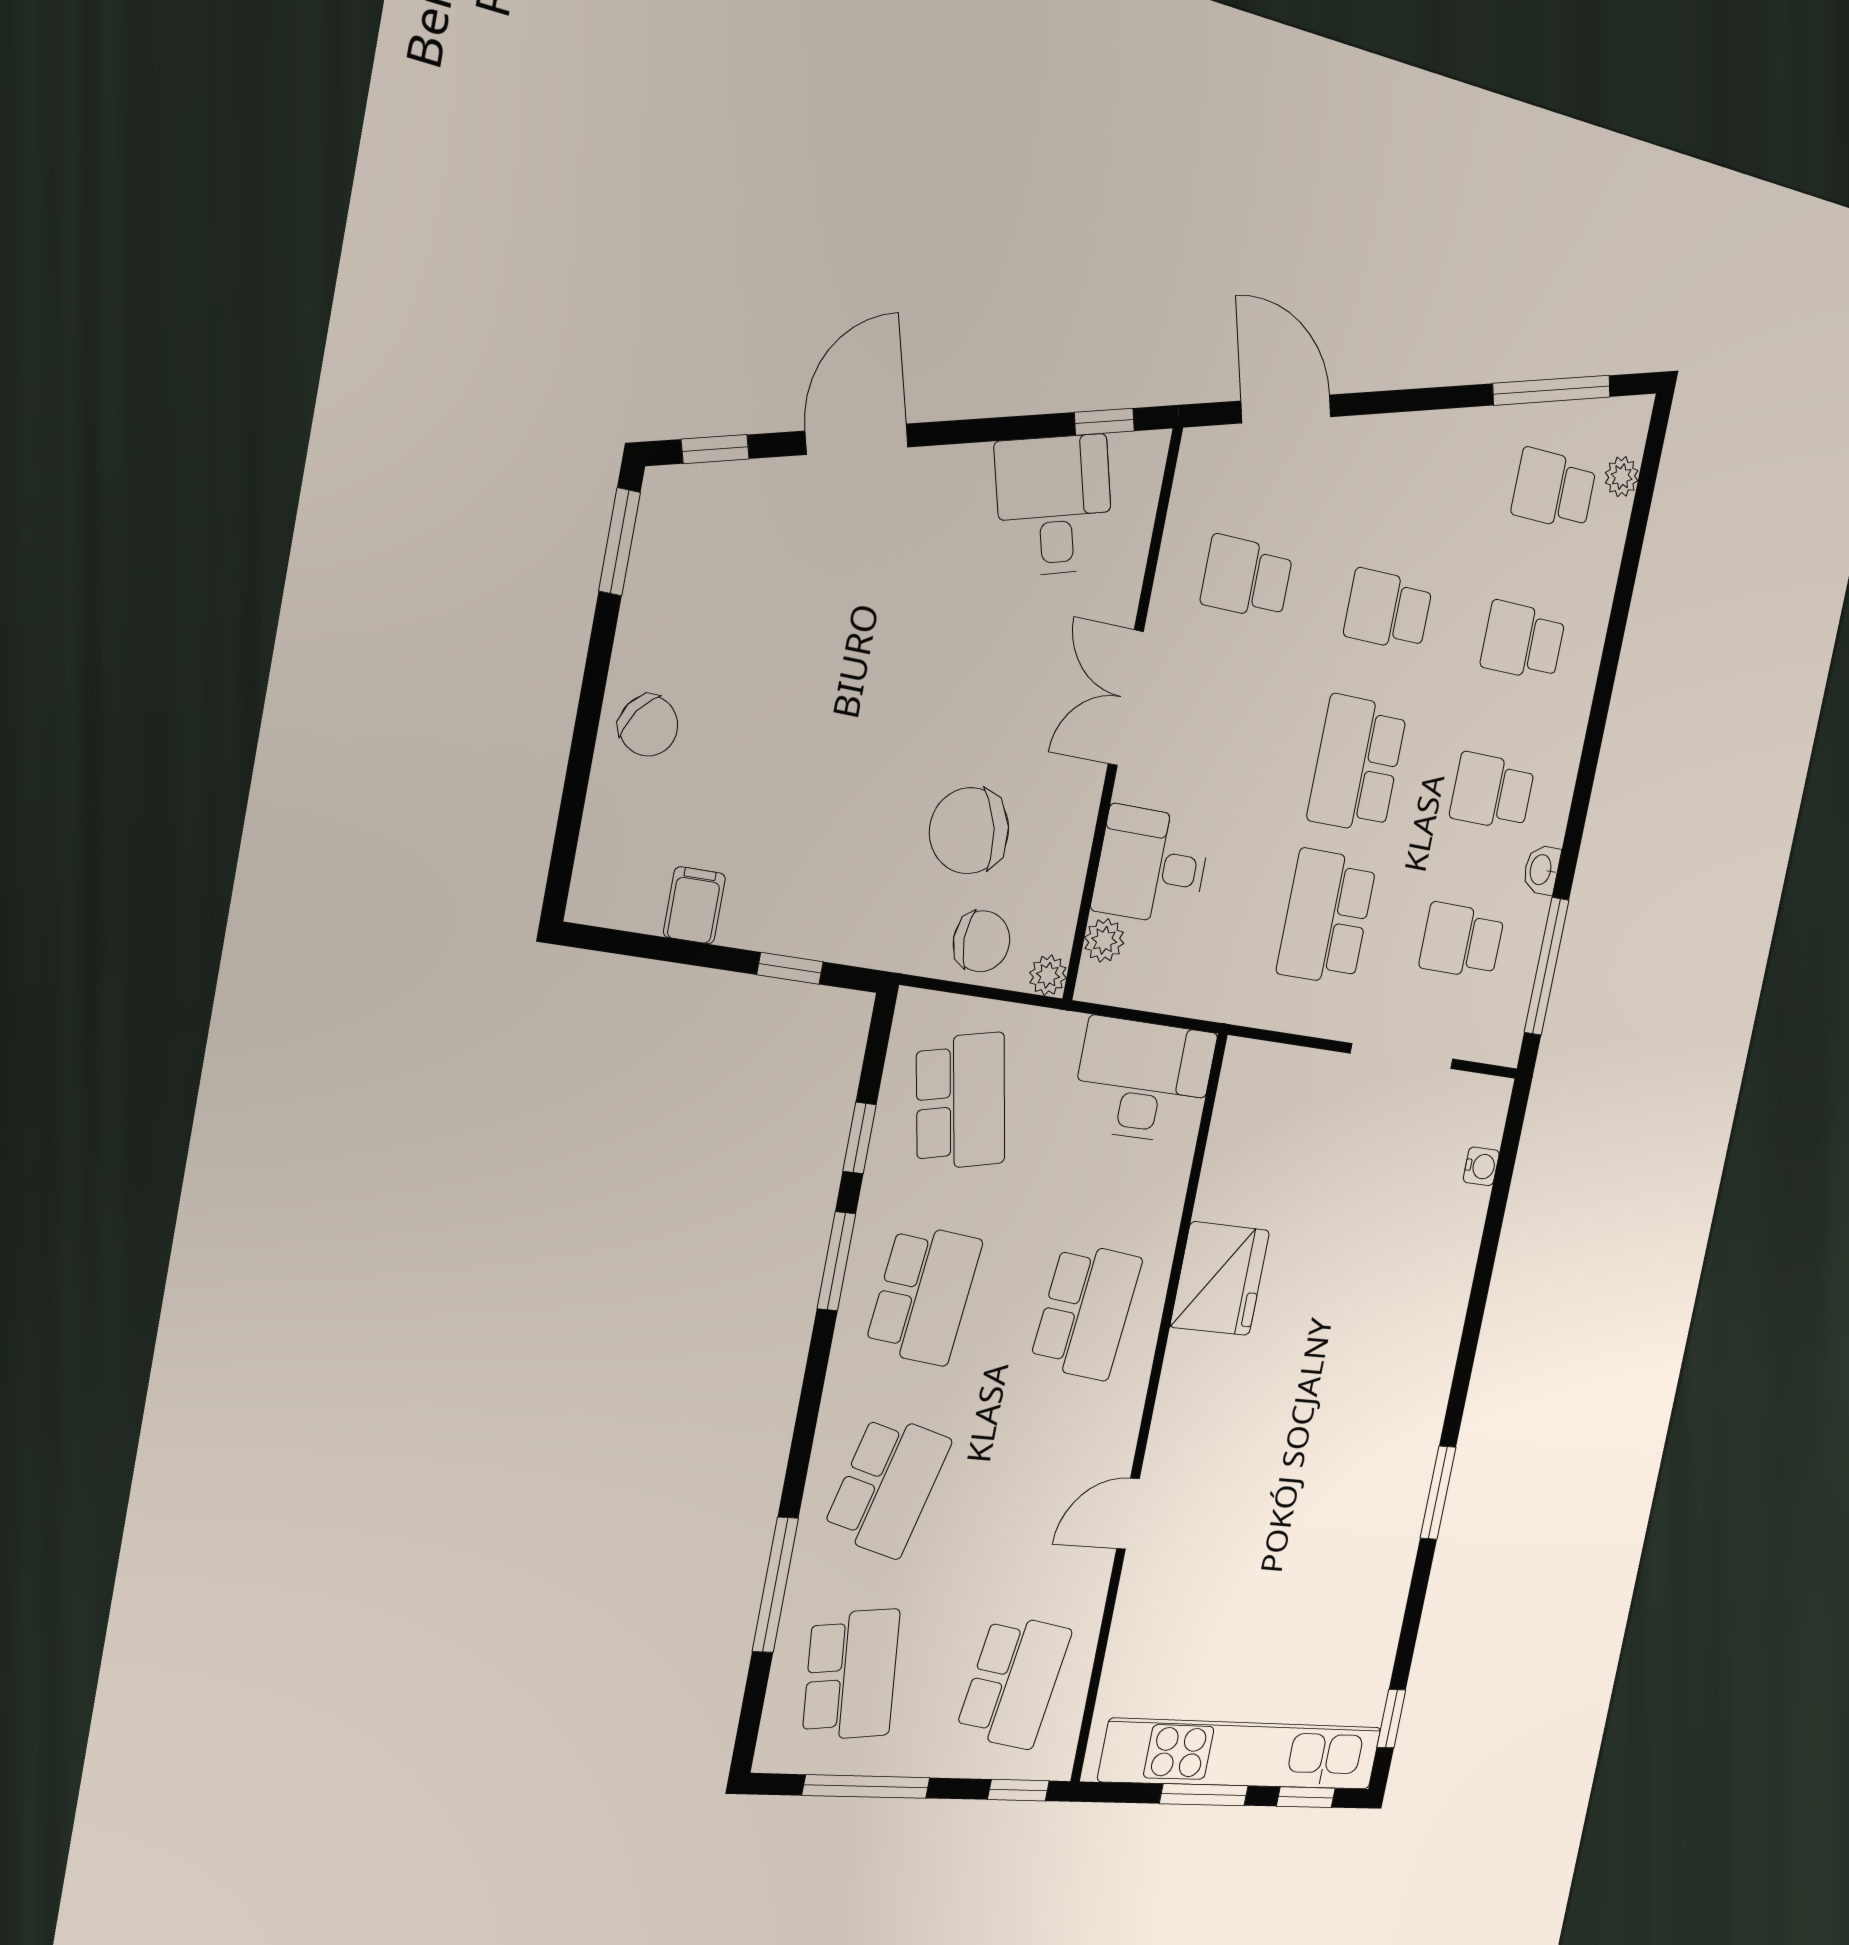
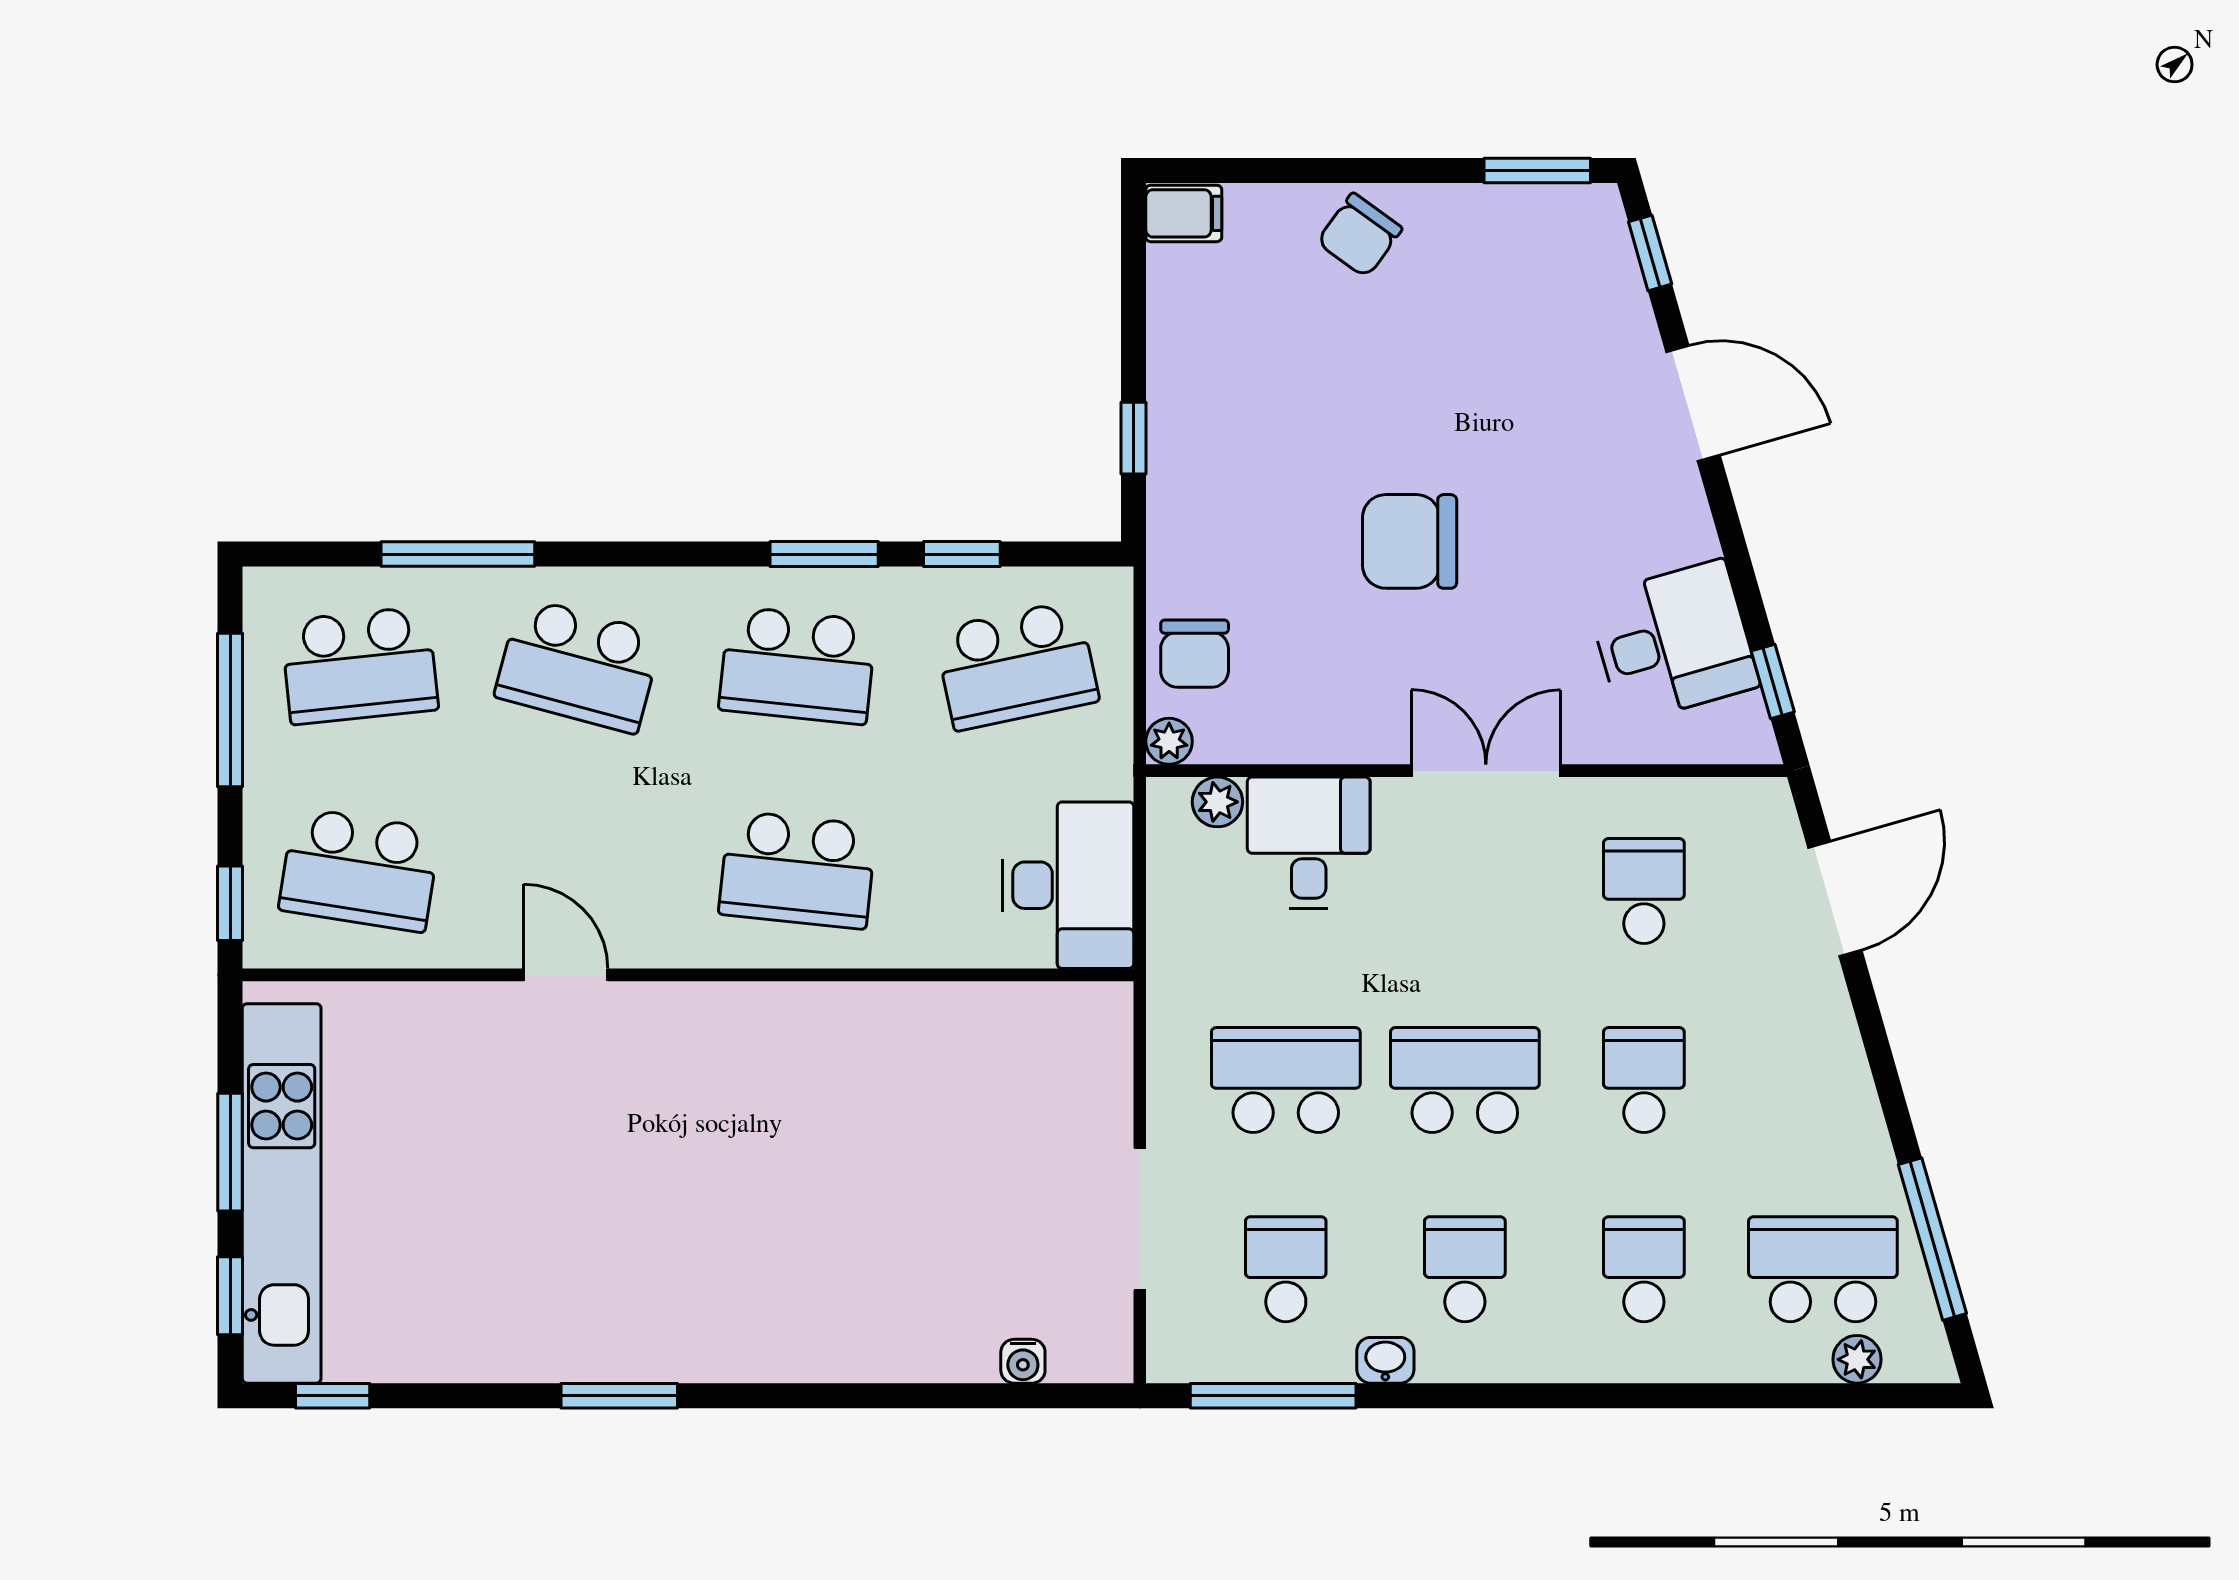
school desk: (1554, 489) -> (1823, 1269), width x1.85
chair: (969, 831) -> (1410, 541), moved, turned -76
filing cabinet: (694, 905) -> (1184, 213), moved
fridge: (1220, 1279) -> (852, 1035), removed

